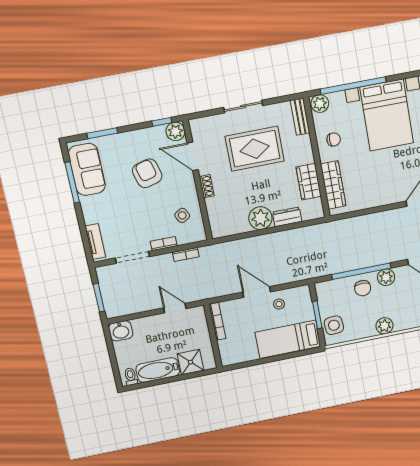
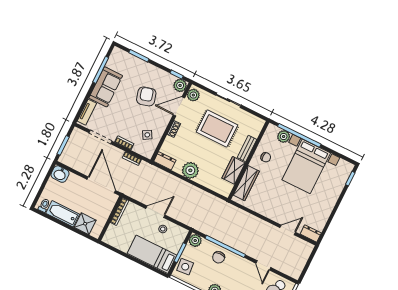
plant: (320, 104) -> (284, 136), moved
bench: (300, 117) -> (247, 149), moved
plant: (199, 131) -> (193, 95), added
door: (193, 156) -> (179, 106), hinge flipped
sofa: (87, 169) -> (106, 87), moved
dresser: (287, 217) -> (165, 161), moved
plant: (386, 277) -> (195, 240), moved
door: (257, 292) -> (155, 212), hinge flipped
door: (175, 308) -> (101, 185), width x1.88

